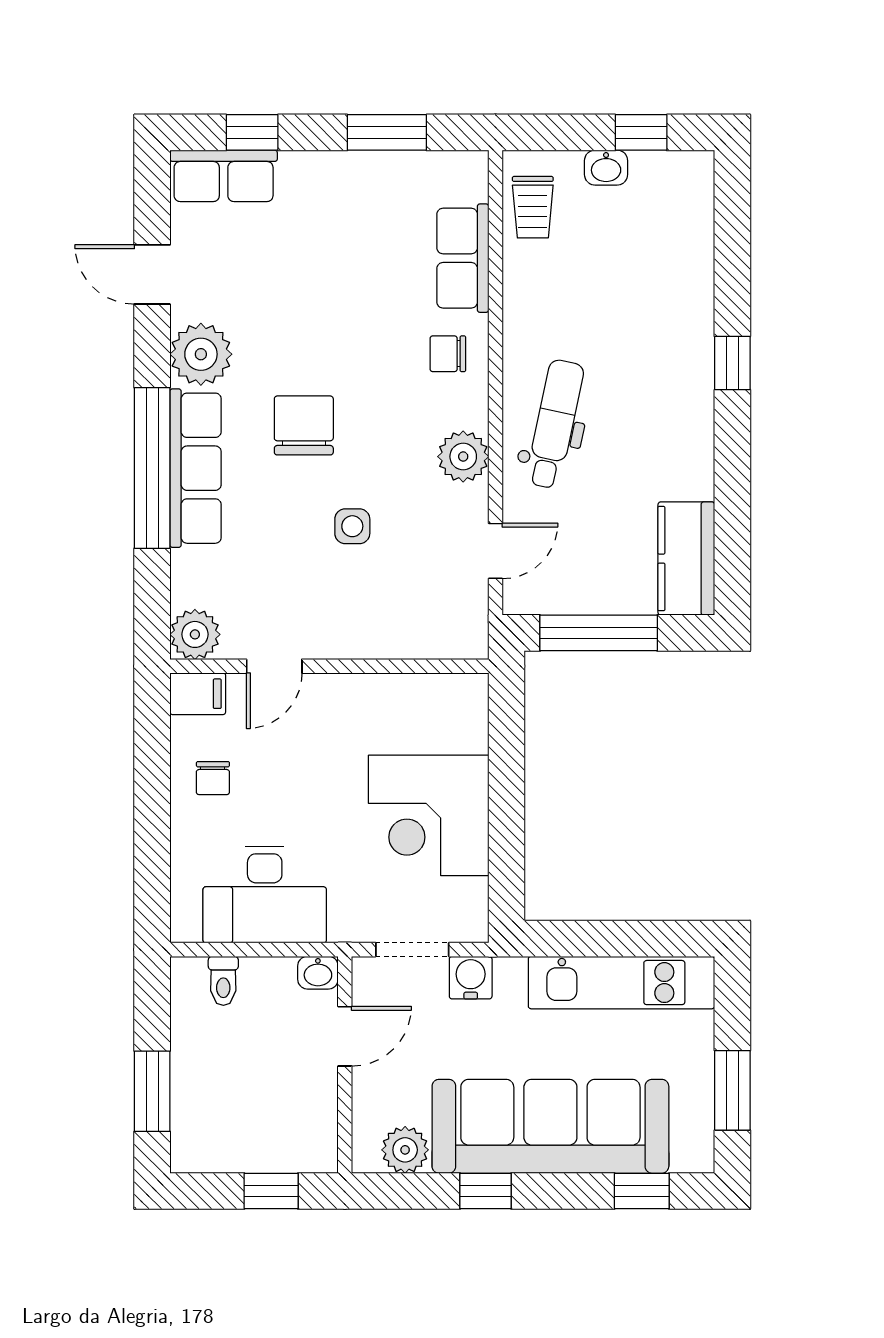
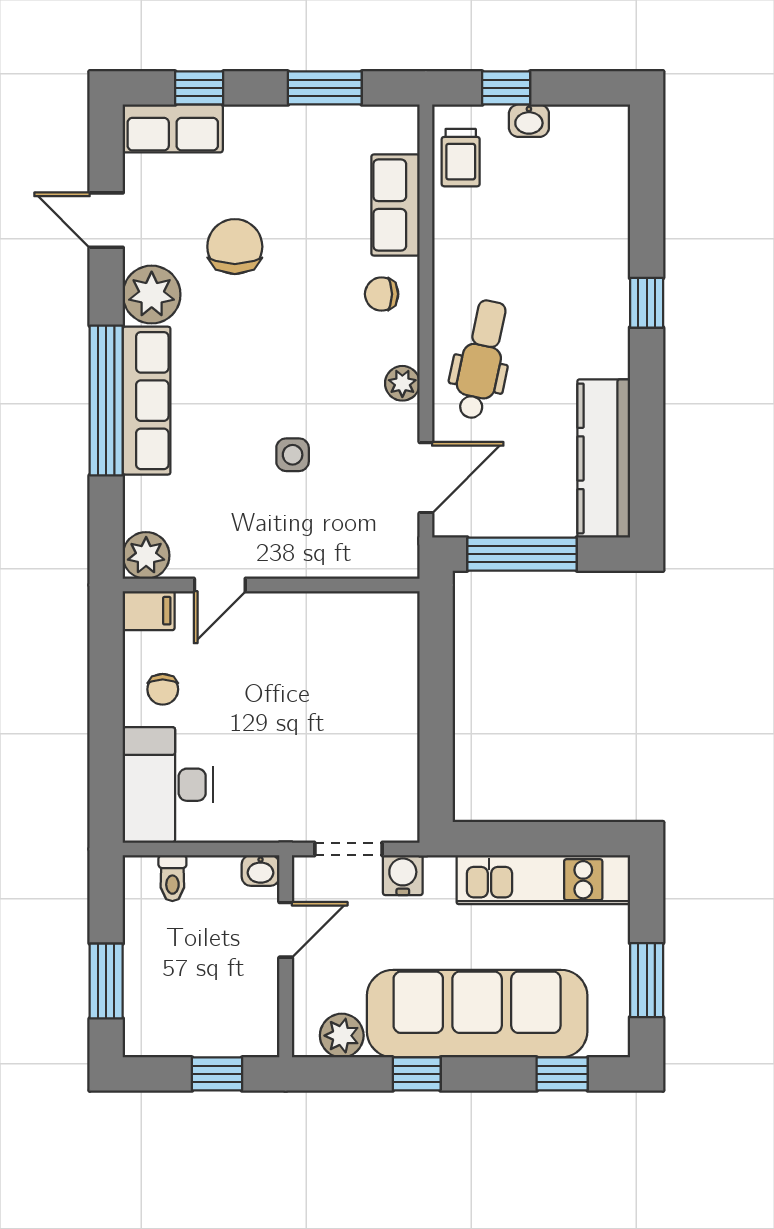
window: (641, 132) -> (506, 88), moved
chair: (304, 425) -> (235, 247), moved
plant: (463, 457) -> (402, 383), width x0.73, depth x0.73
door: (495, 551) -> (426, 478), width x1.38
kitchen counter: (686, 559) -> (604, 458), width x1.50
corner desk: (429, 815) -> (364, 724), removed
desk: (265, 895) -> (168, 785), moved, turned 90

